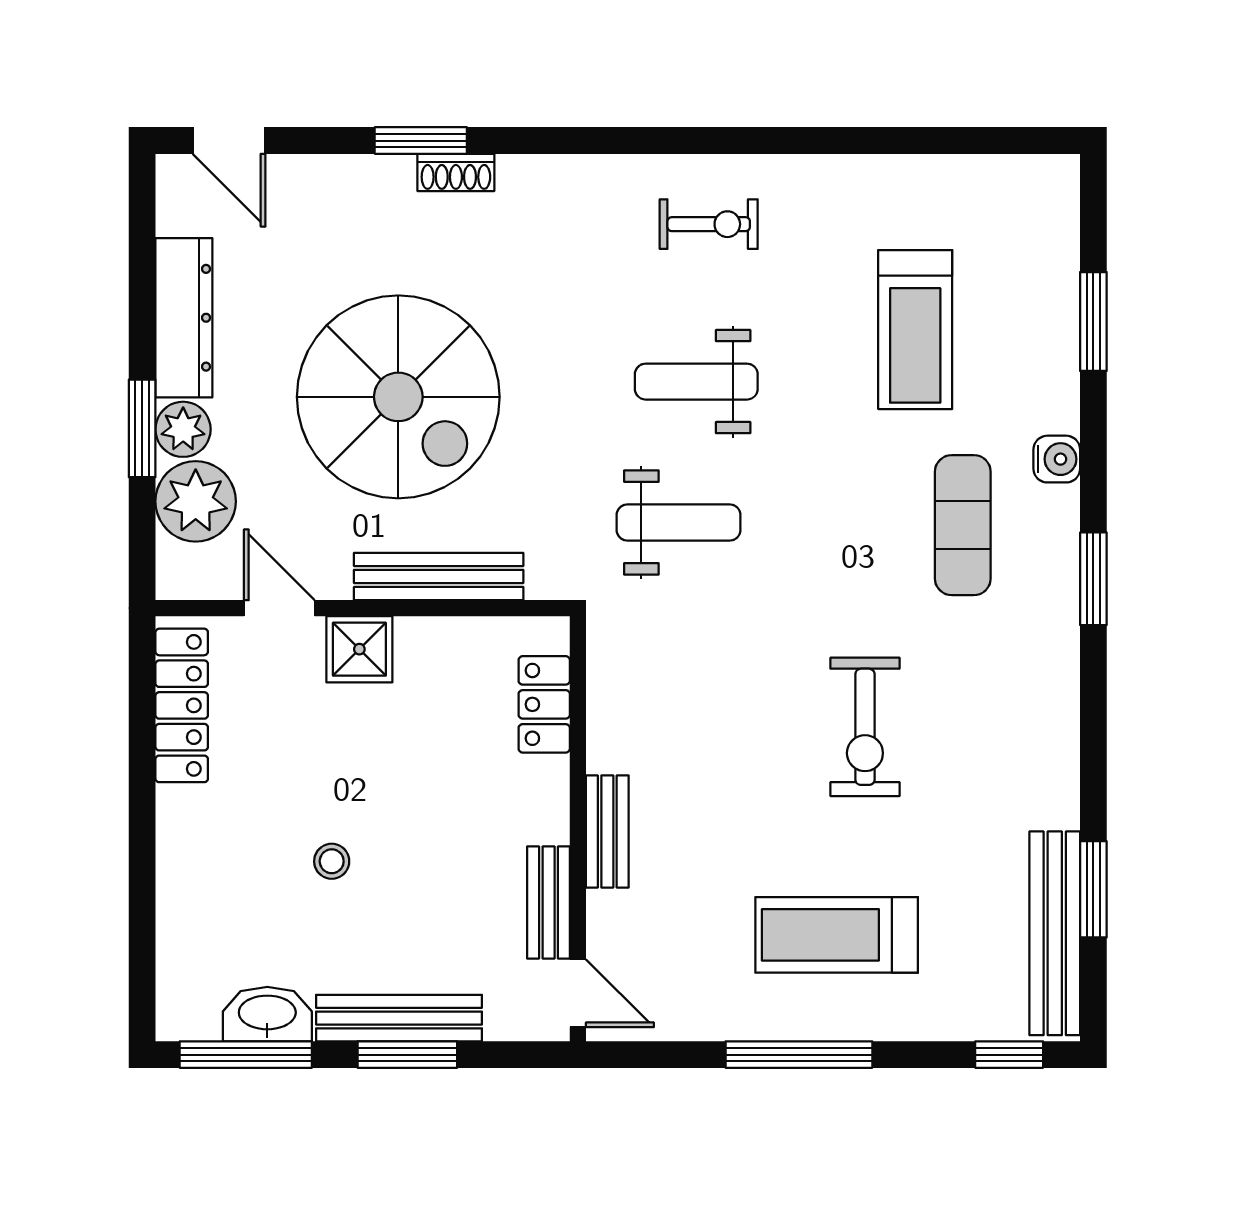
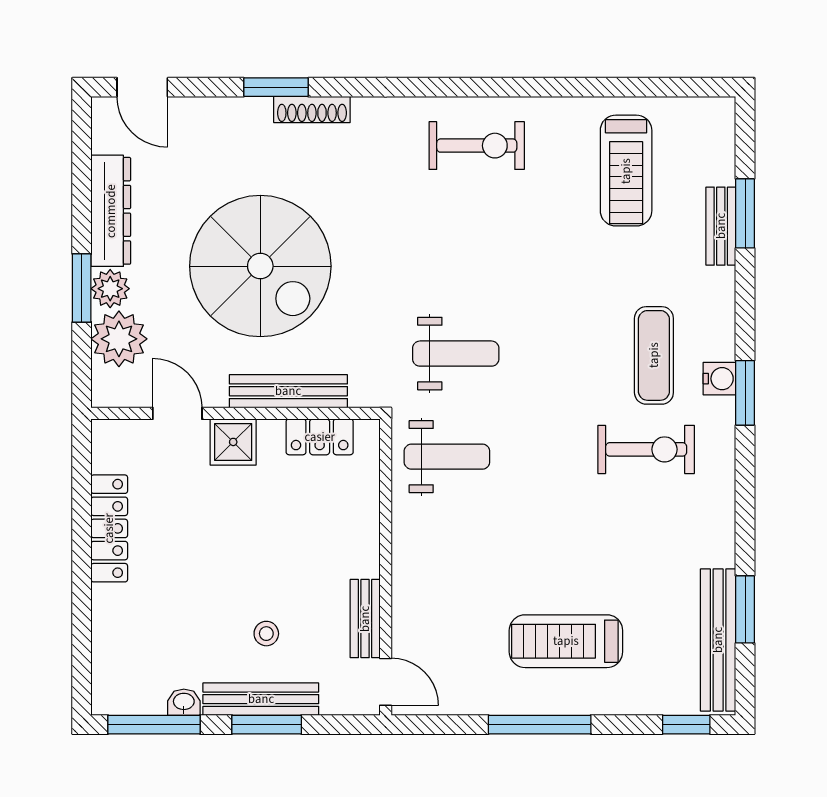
shoe rack: (456, 172) -> (312, 110), width x1.43
exercise bike: (709, 224) -> (477, 146), width x1.38, depth x1.39
treadmill: (915, 330) -> (626, 171), moved
weight bench: (696, 382) -> (447, 457), moved, turned 180
water cooler: (1057, 459) -> (719, 379), moved
locker: (544, 704) -> (320, 437), moved, turned -90
locker: (182, 705) -> (109, 528), moved
exercise bike: (865, 727) -> (646, 449), moved, turned -90
bench: (607, 832) -> (721, 226), moved
stool: (332, 861) -> (266, 634), moved
washbasin: (267, 1014) -> (184, 702), width x0.52, depth x0.69

